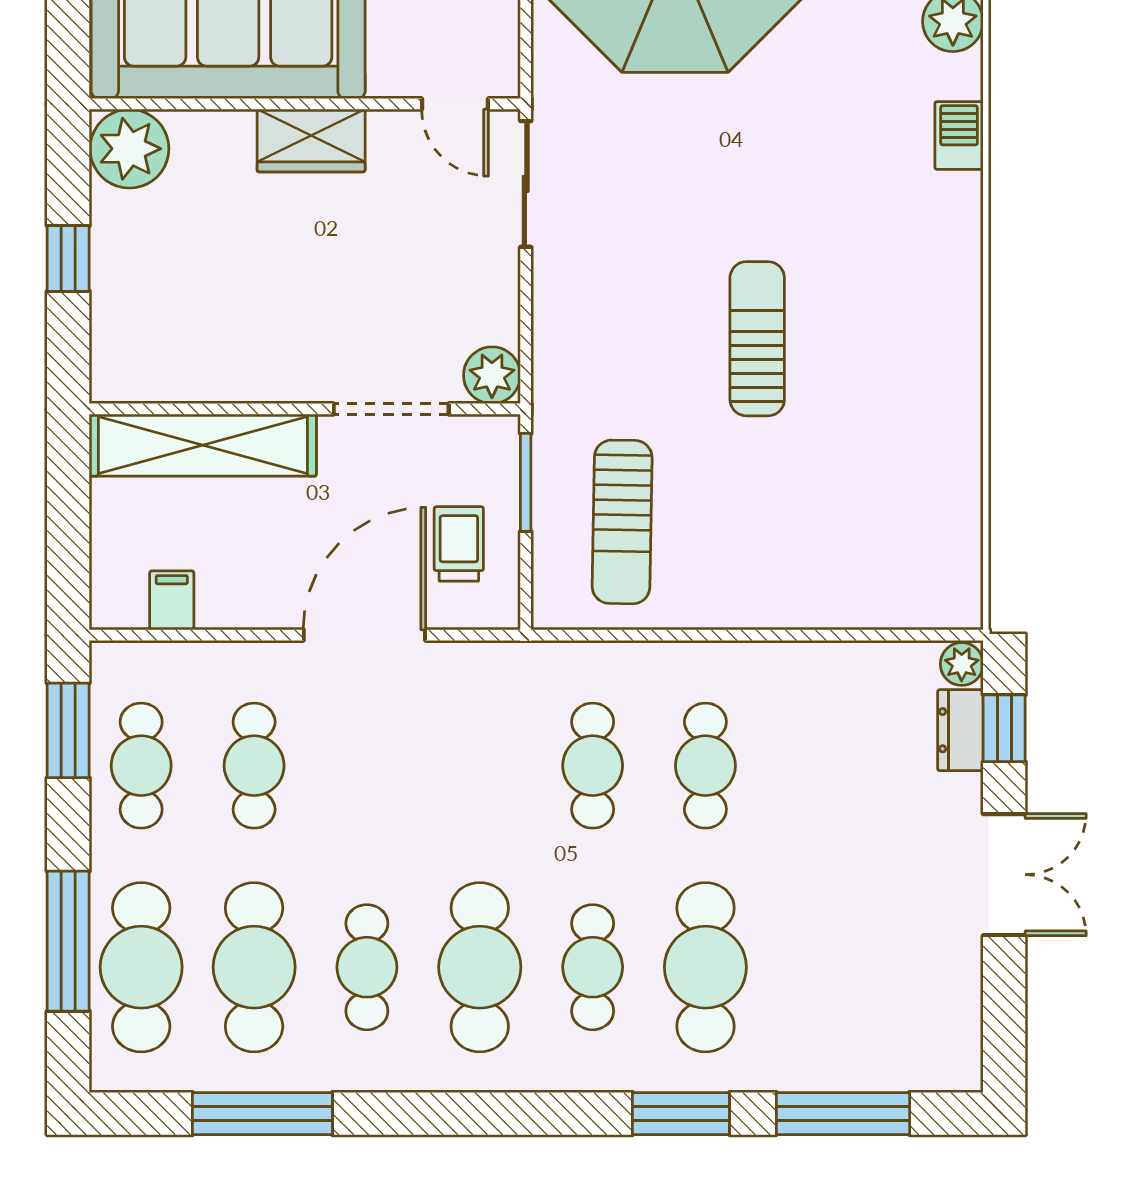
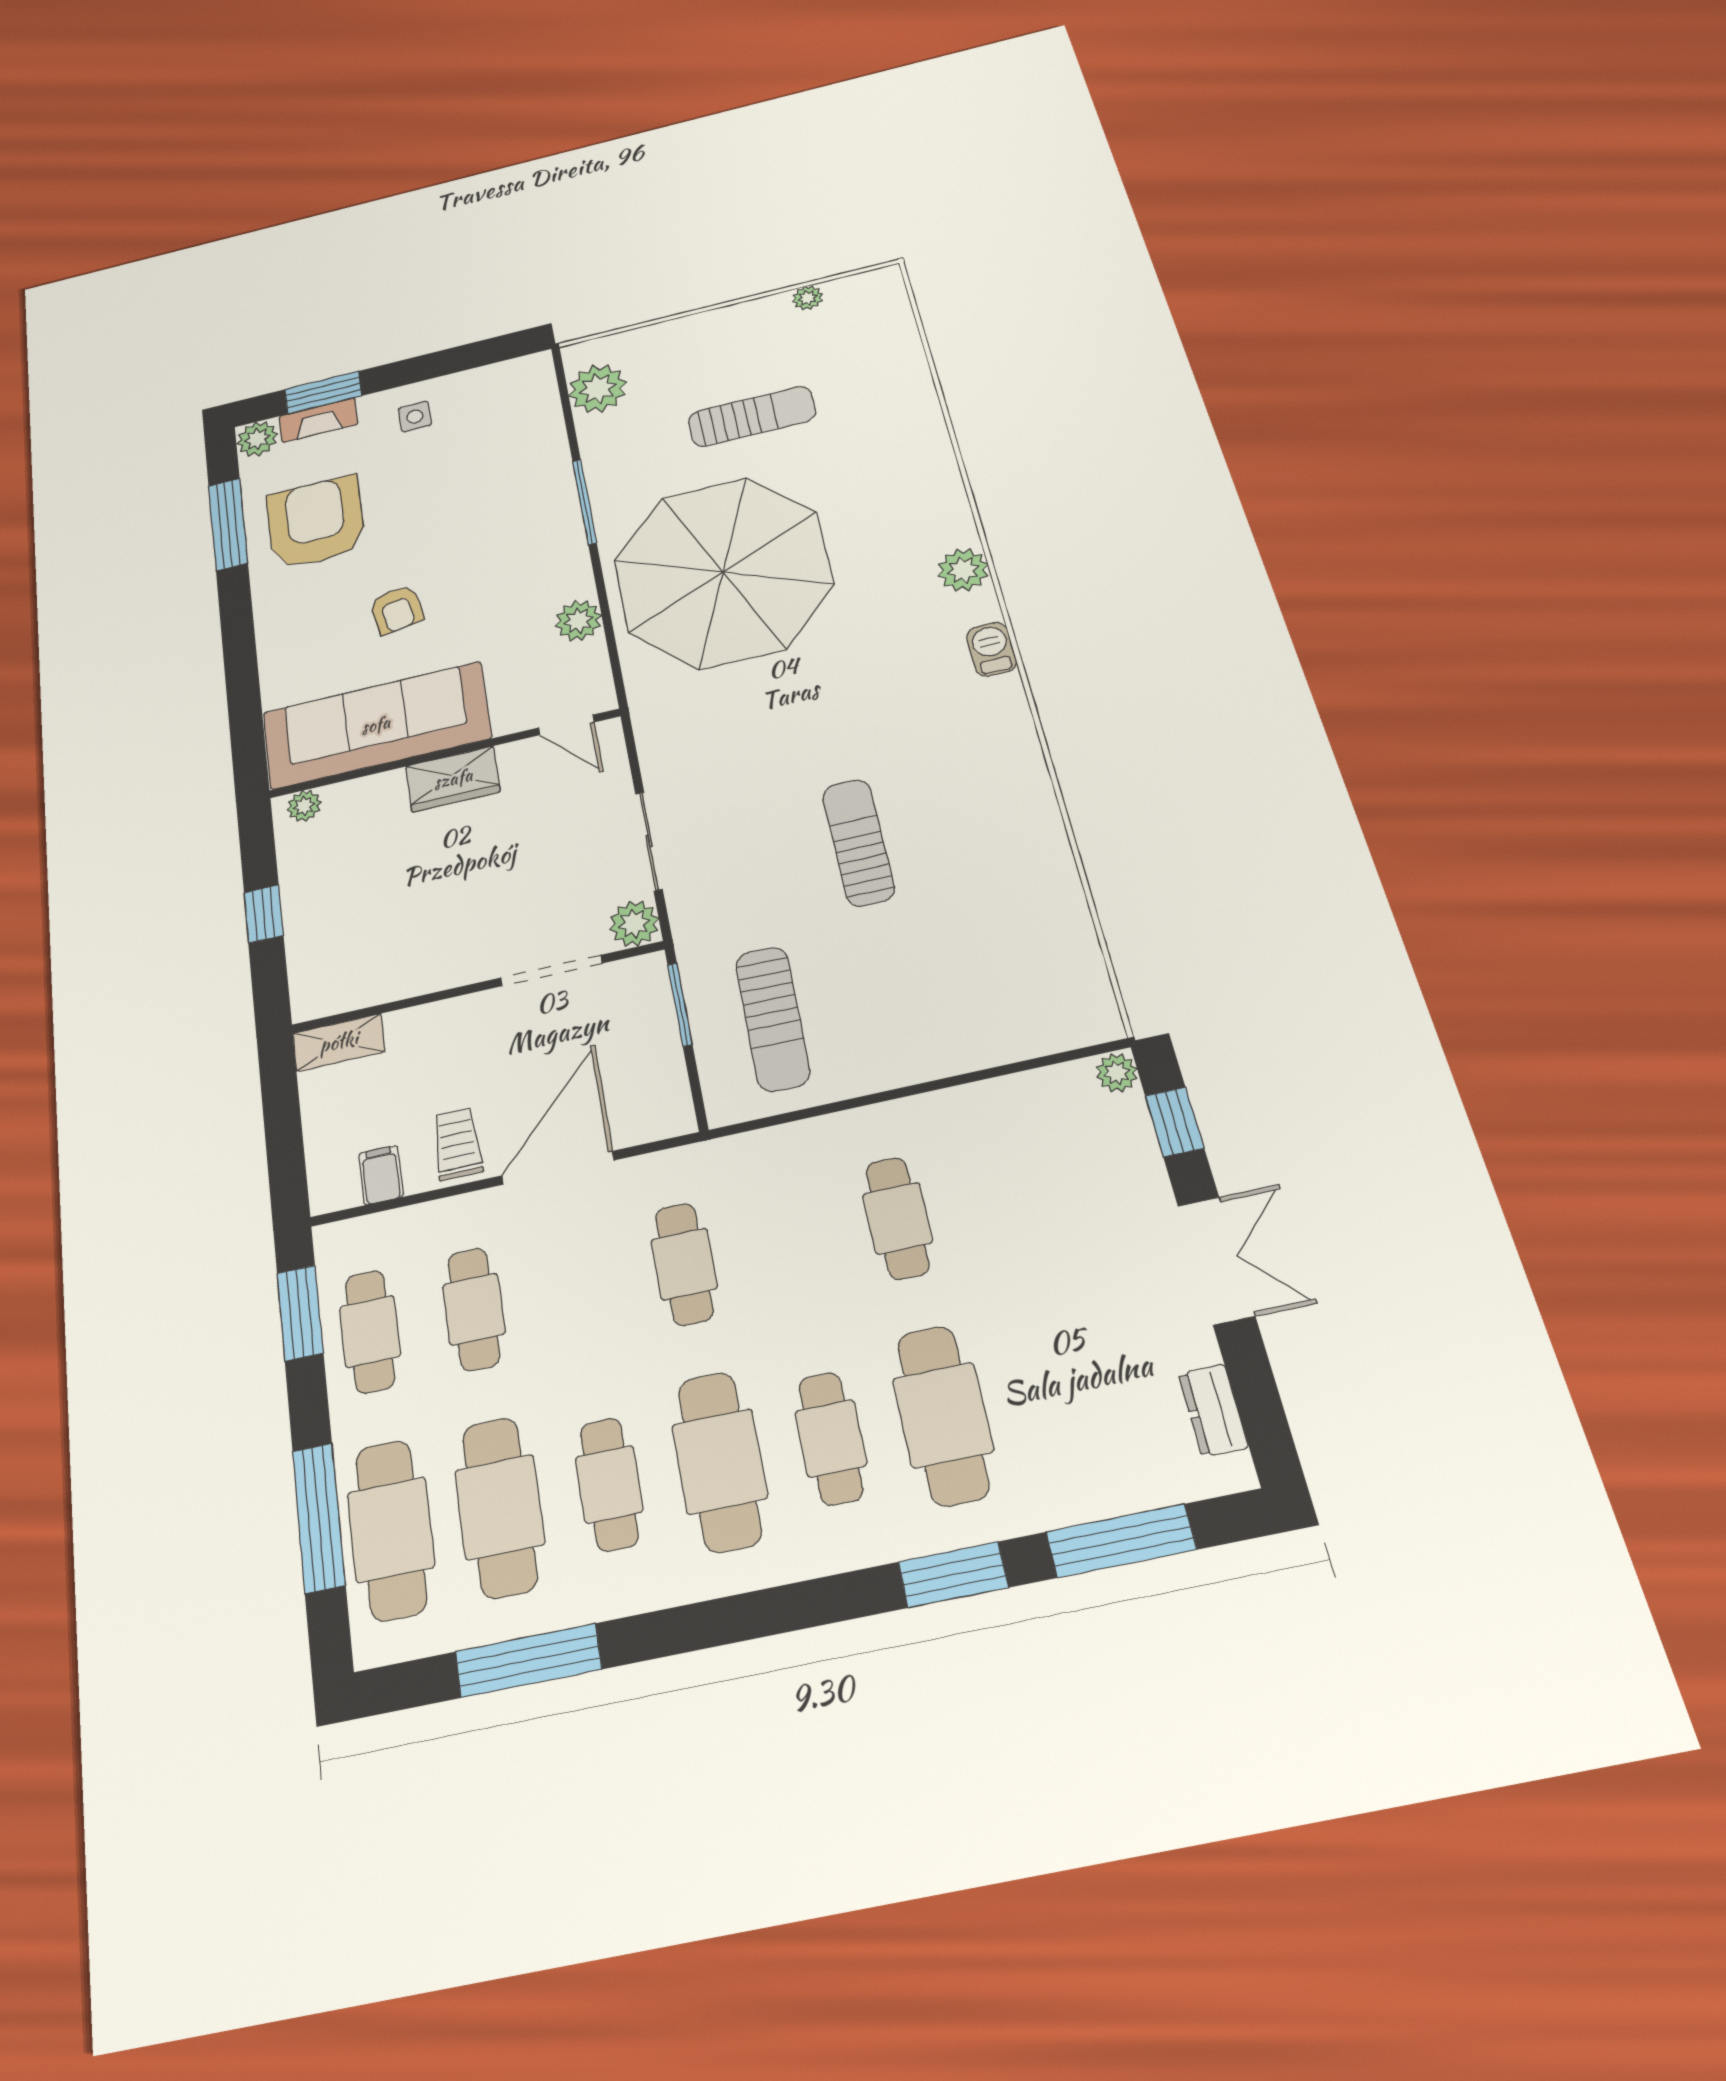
plant: (129, 149) -> (304, 806), width x0.53, depth x0.53
sliding door: (526, 184) -> (649, 841), moved
shelving: (203, 445) -> (339, 1042), width x0.45, depth x0.75
trolley: (459, 544) -> (457, 1144), moved
dresser: (960, 730) -> (1213, 1410), moved
cafe table: (593, 766) -> (684, 1264), moved

